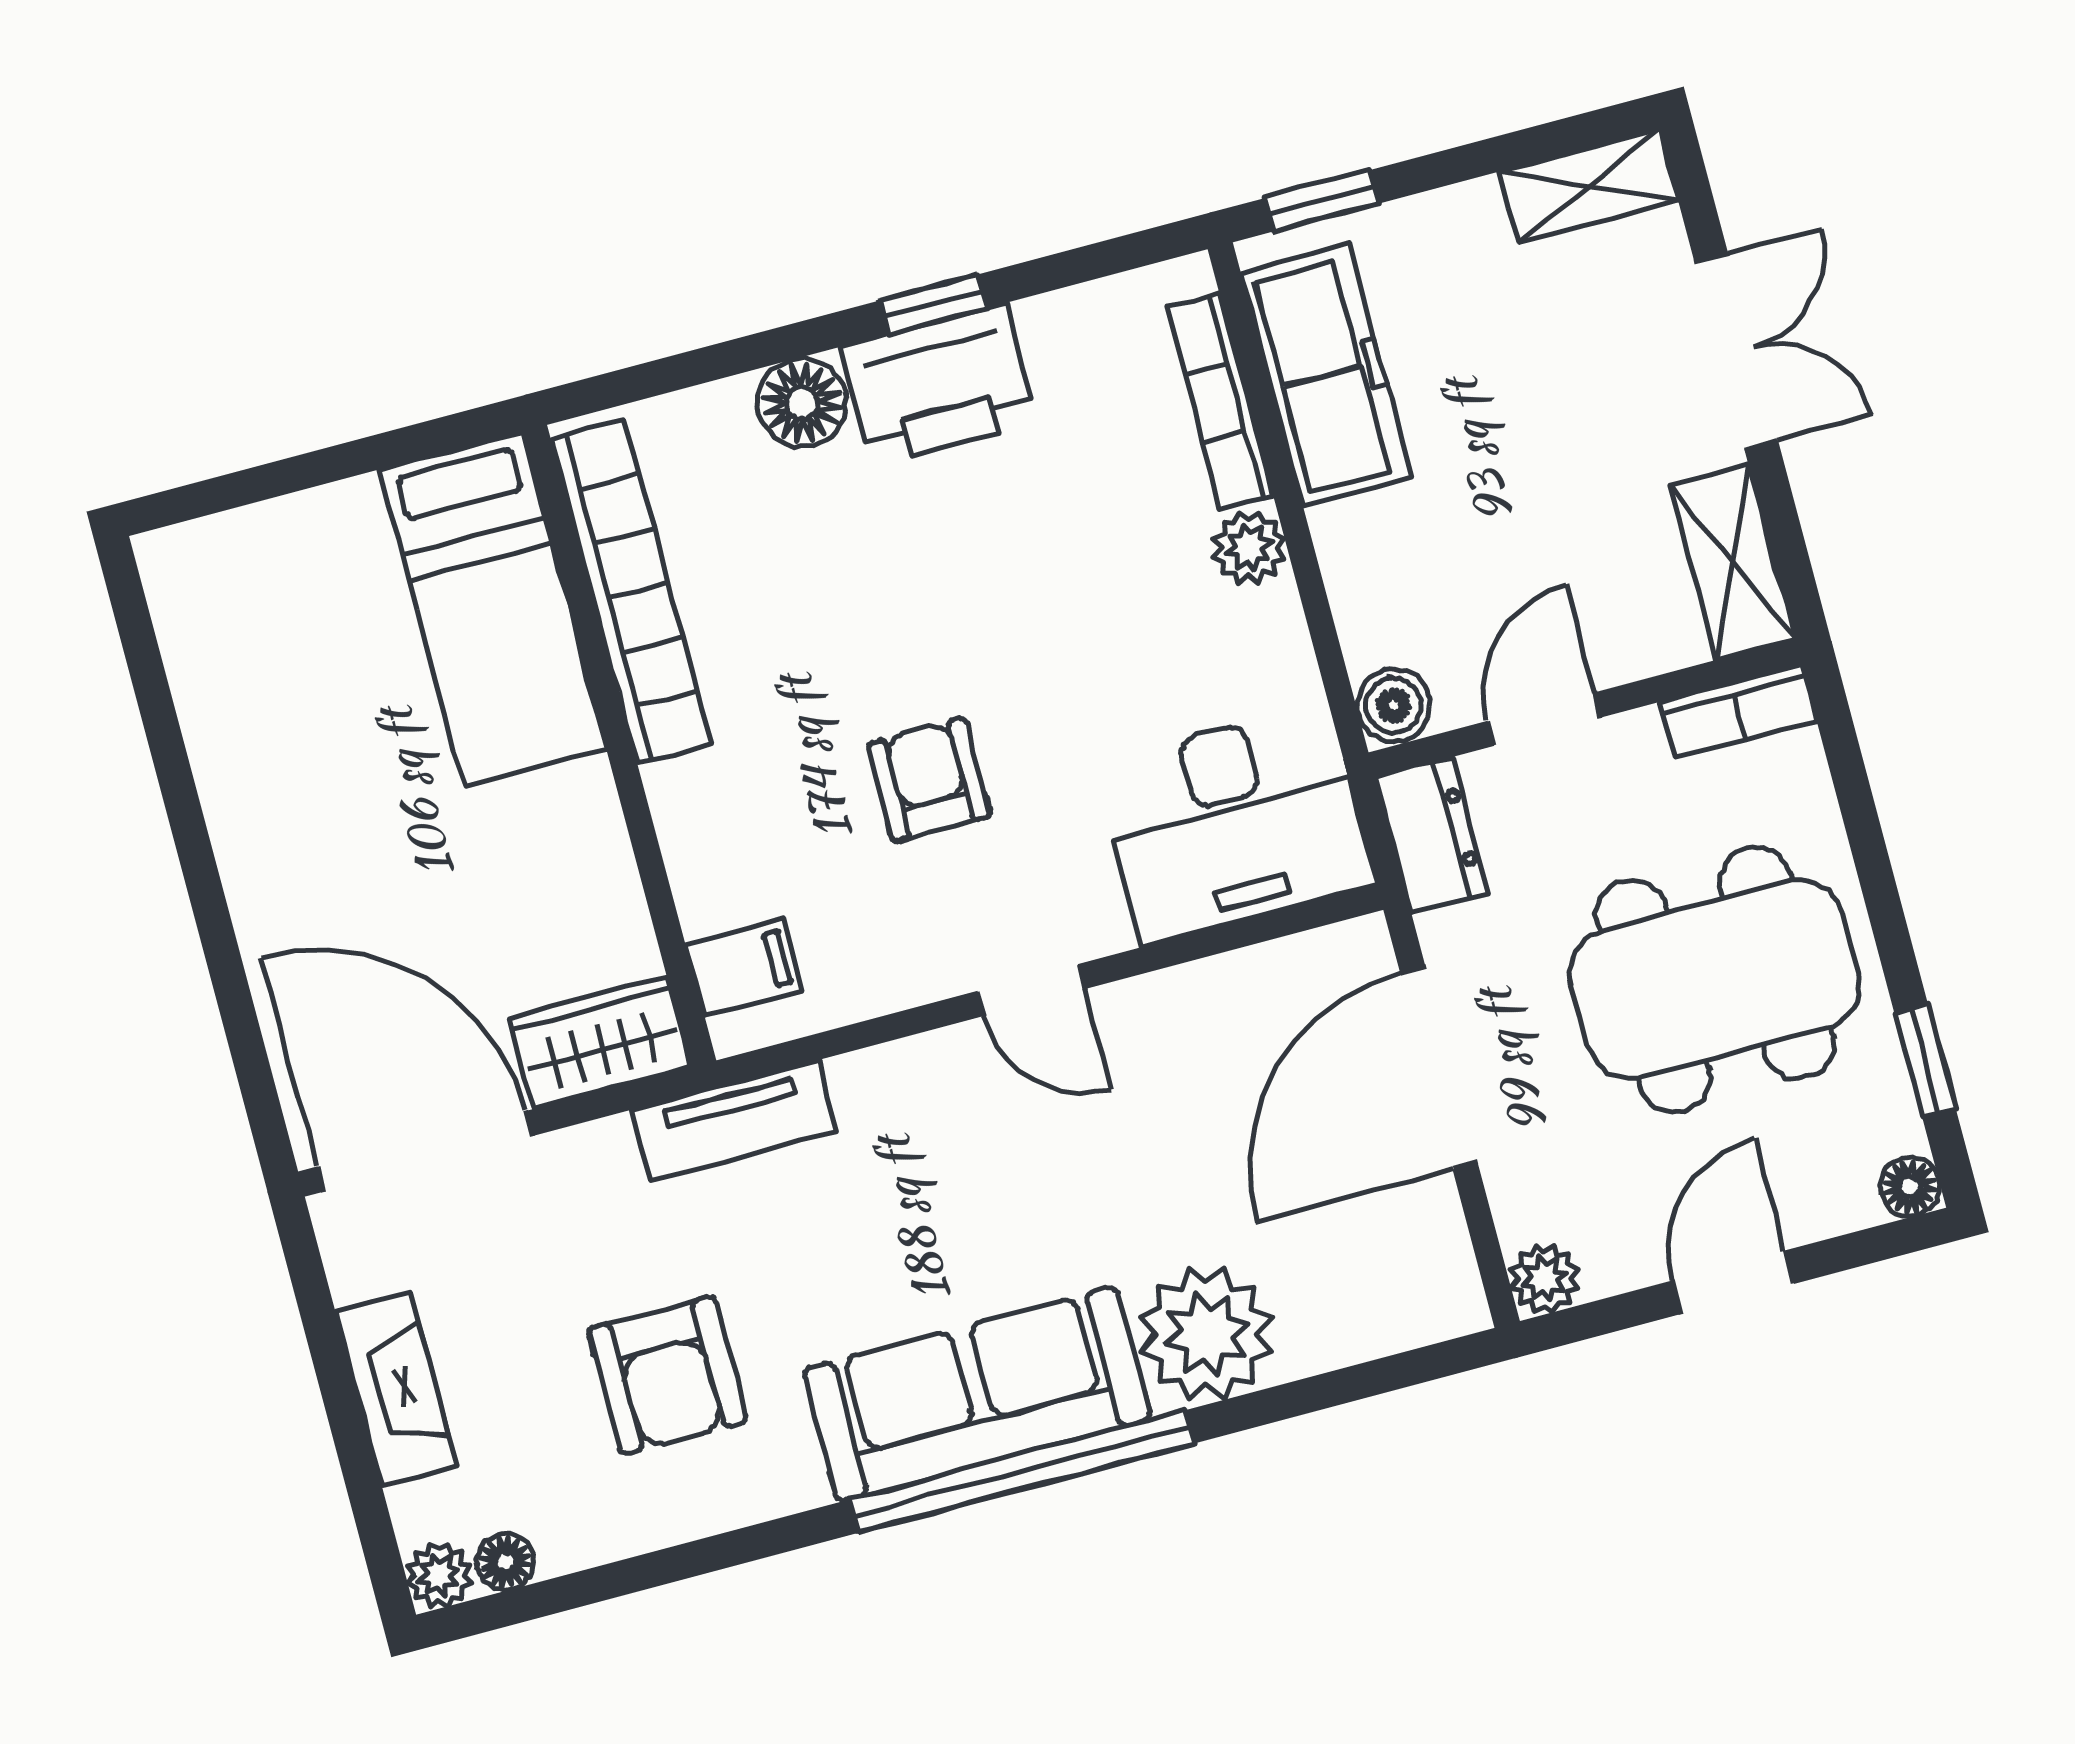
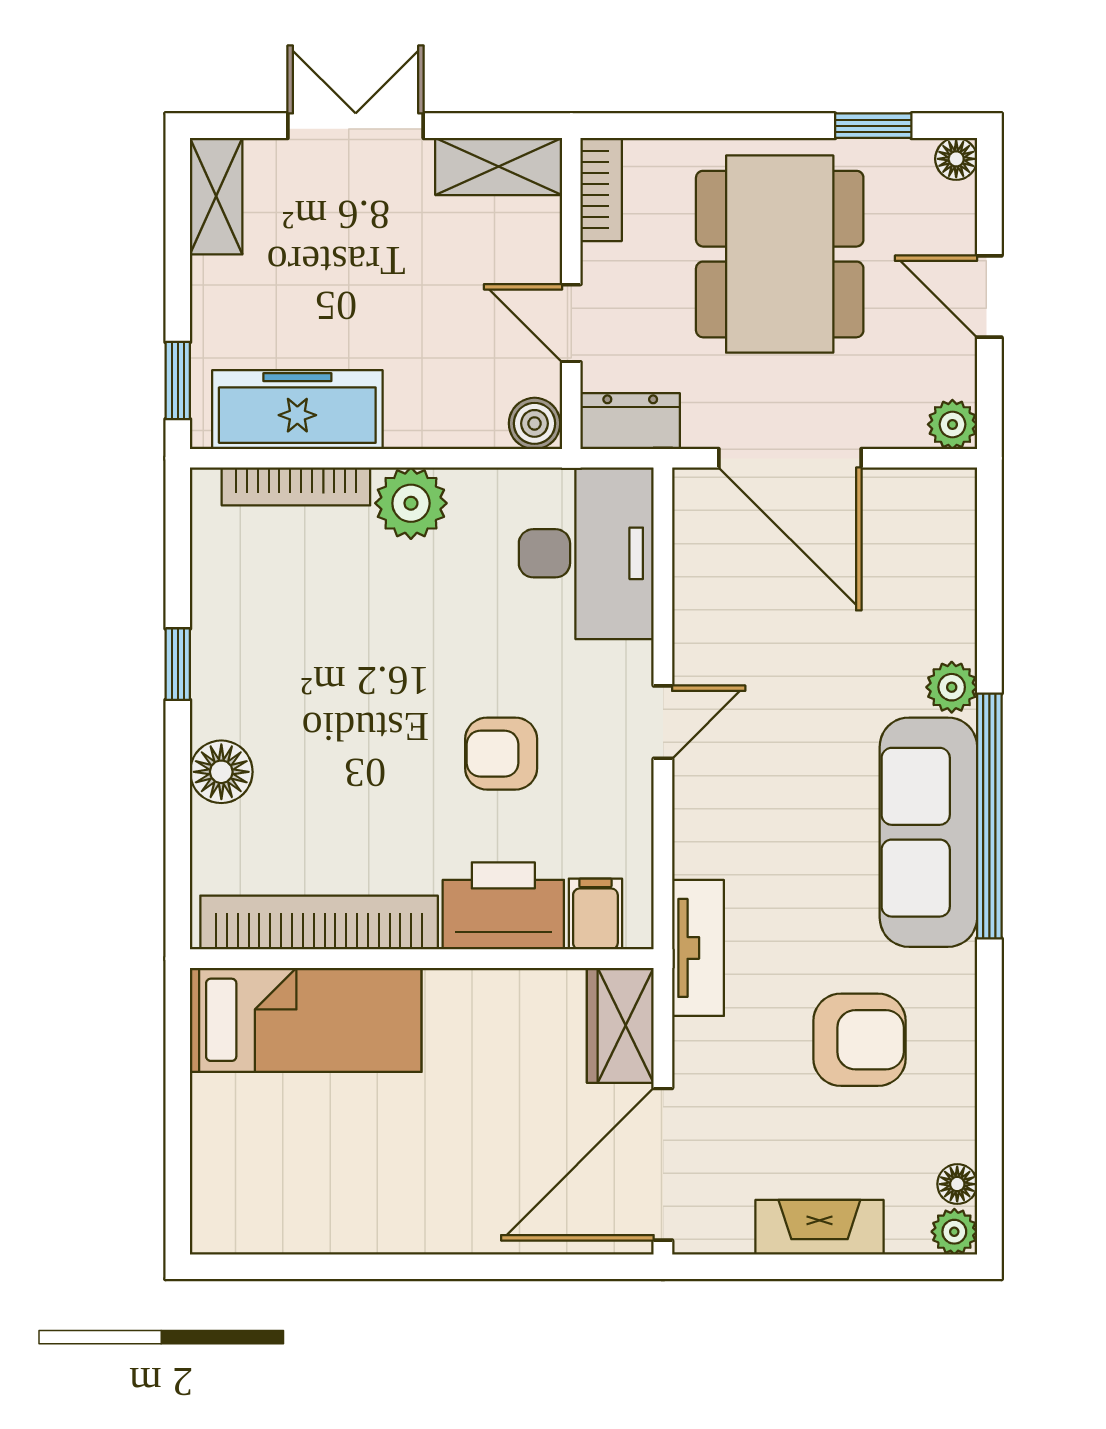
printer: (939, 384) -> (503, 906), moved, turned -90
plant: (1249, 548) -> (411, 503), width x1.38, depth x1.38
plant: (1207, 1334) -> (952, 687), width x0.53, depth x0.53

